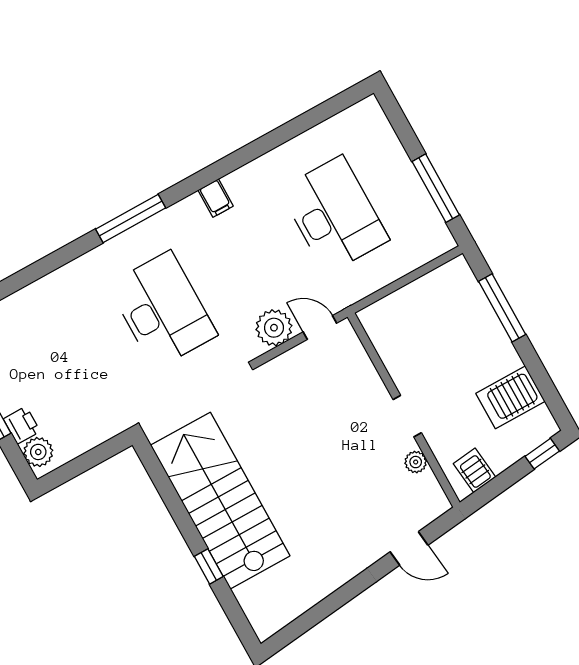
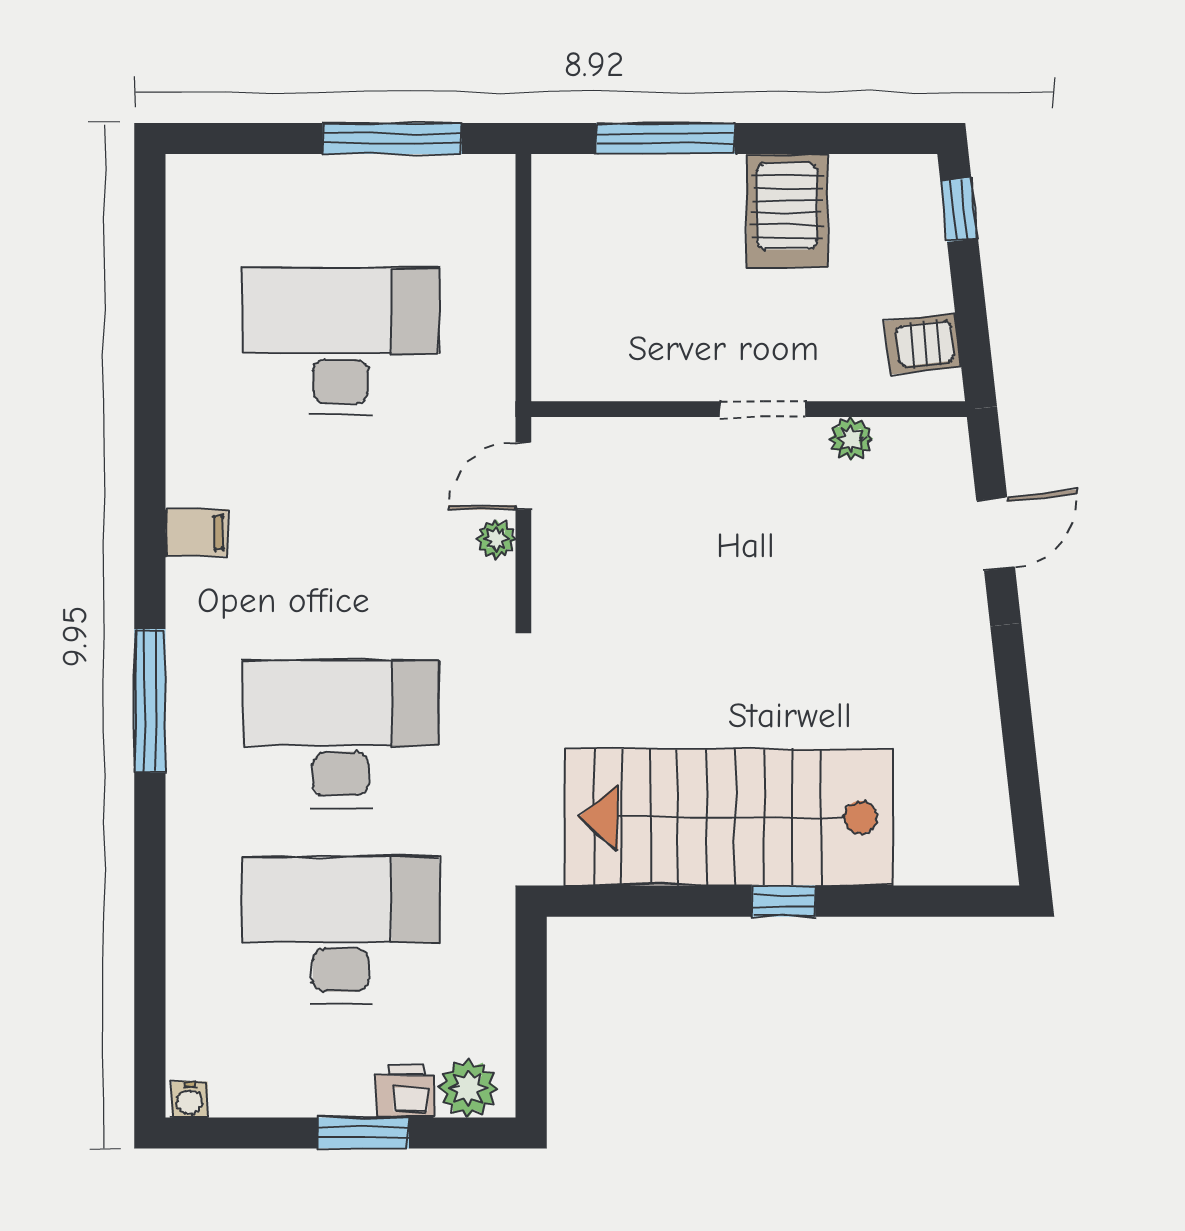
plant: (274, 328) -> (496, 539), width x0.53, depth x0.53
desk: (77, 358) -> (340, 930), added
server rack: (510, 397) -> (787, 211), moved
window: (209, 566) -> (783, 901), moved

